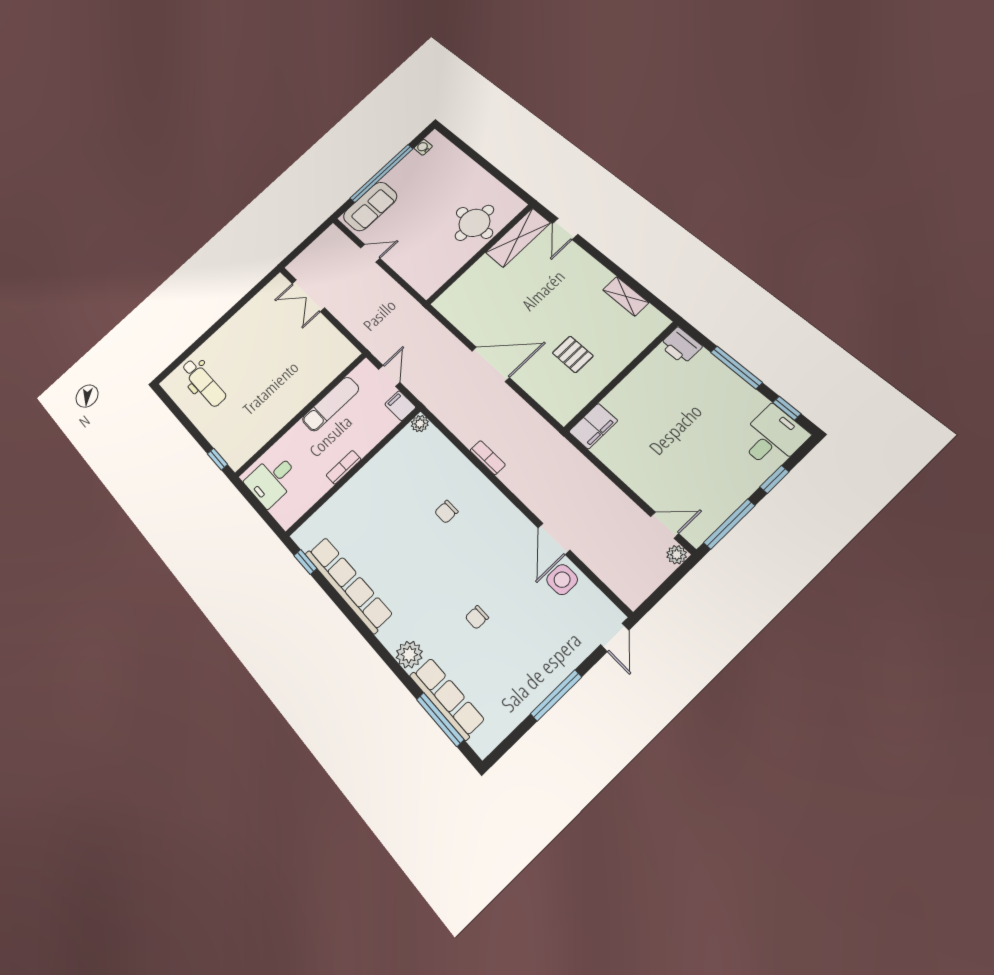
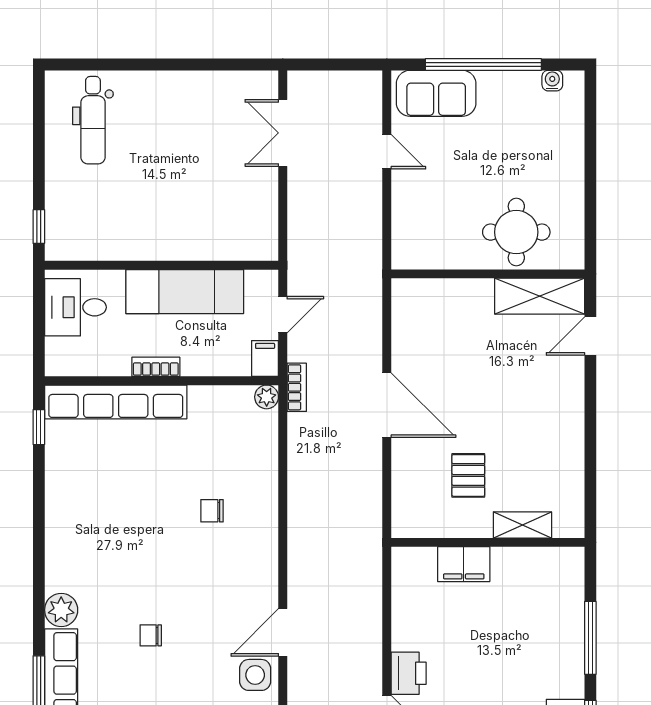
shelving: (626, 296) -> (522, 525), moved, turned 90
printer: (681, 346) -> (409, 673), moved, turned 180
exam couch: (331, 404) -> (185, 292), width x1.36, depth x1.45
filing cabinet: (593, 426) -> (464, 564), moved
bookcase: (488, 458) -> (297, 387), moved
row of seats: (349, 584) -> (116, 402), moved, turned 90

